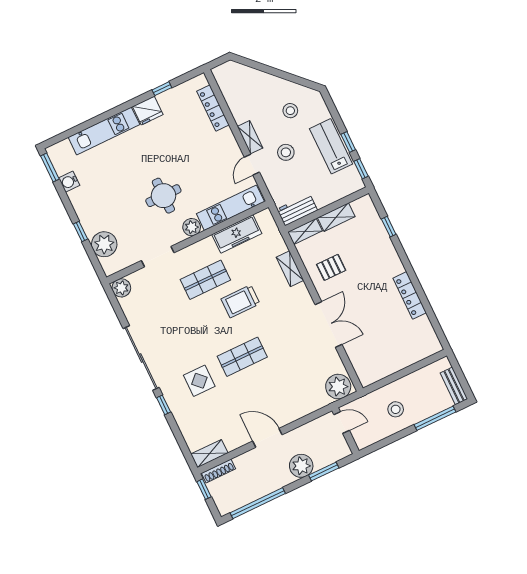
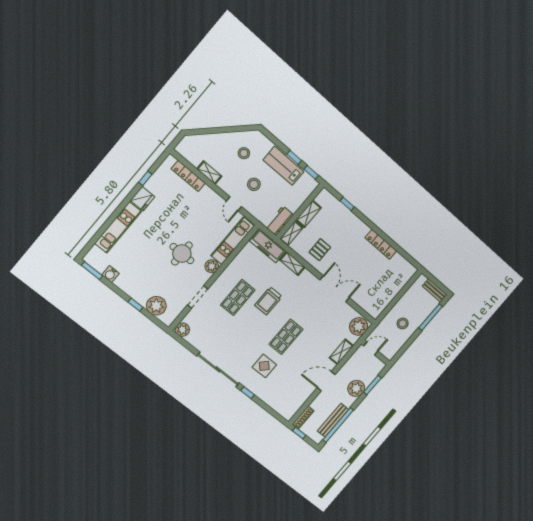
shelving: (250, 137) -> (209, 173), moved
freezer: (237, 234) -> (268, 246), moved, turned 90
shelving: (209, 454) -> (341, 352), moved
bench: (254, 493) -> (333, 420), added

